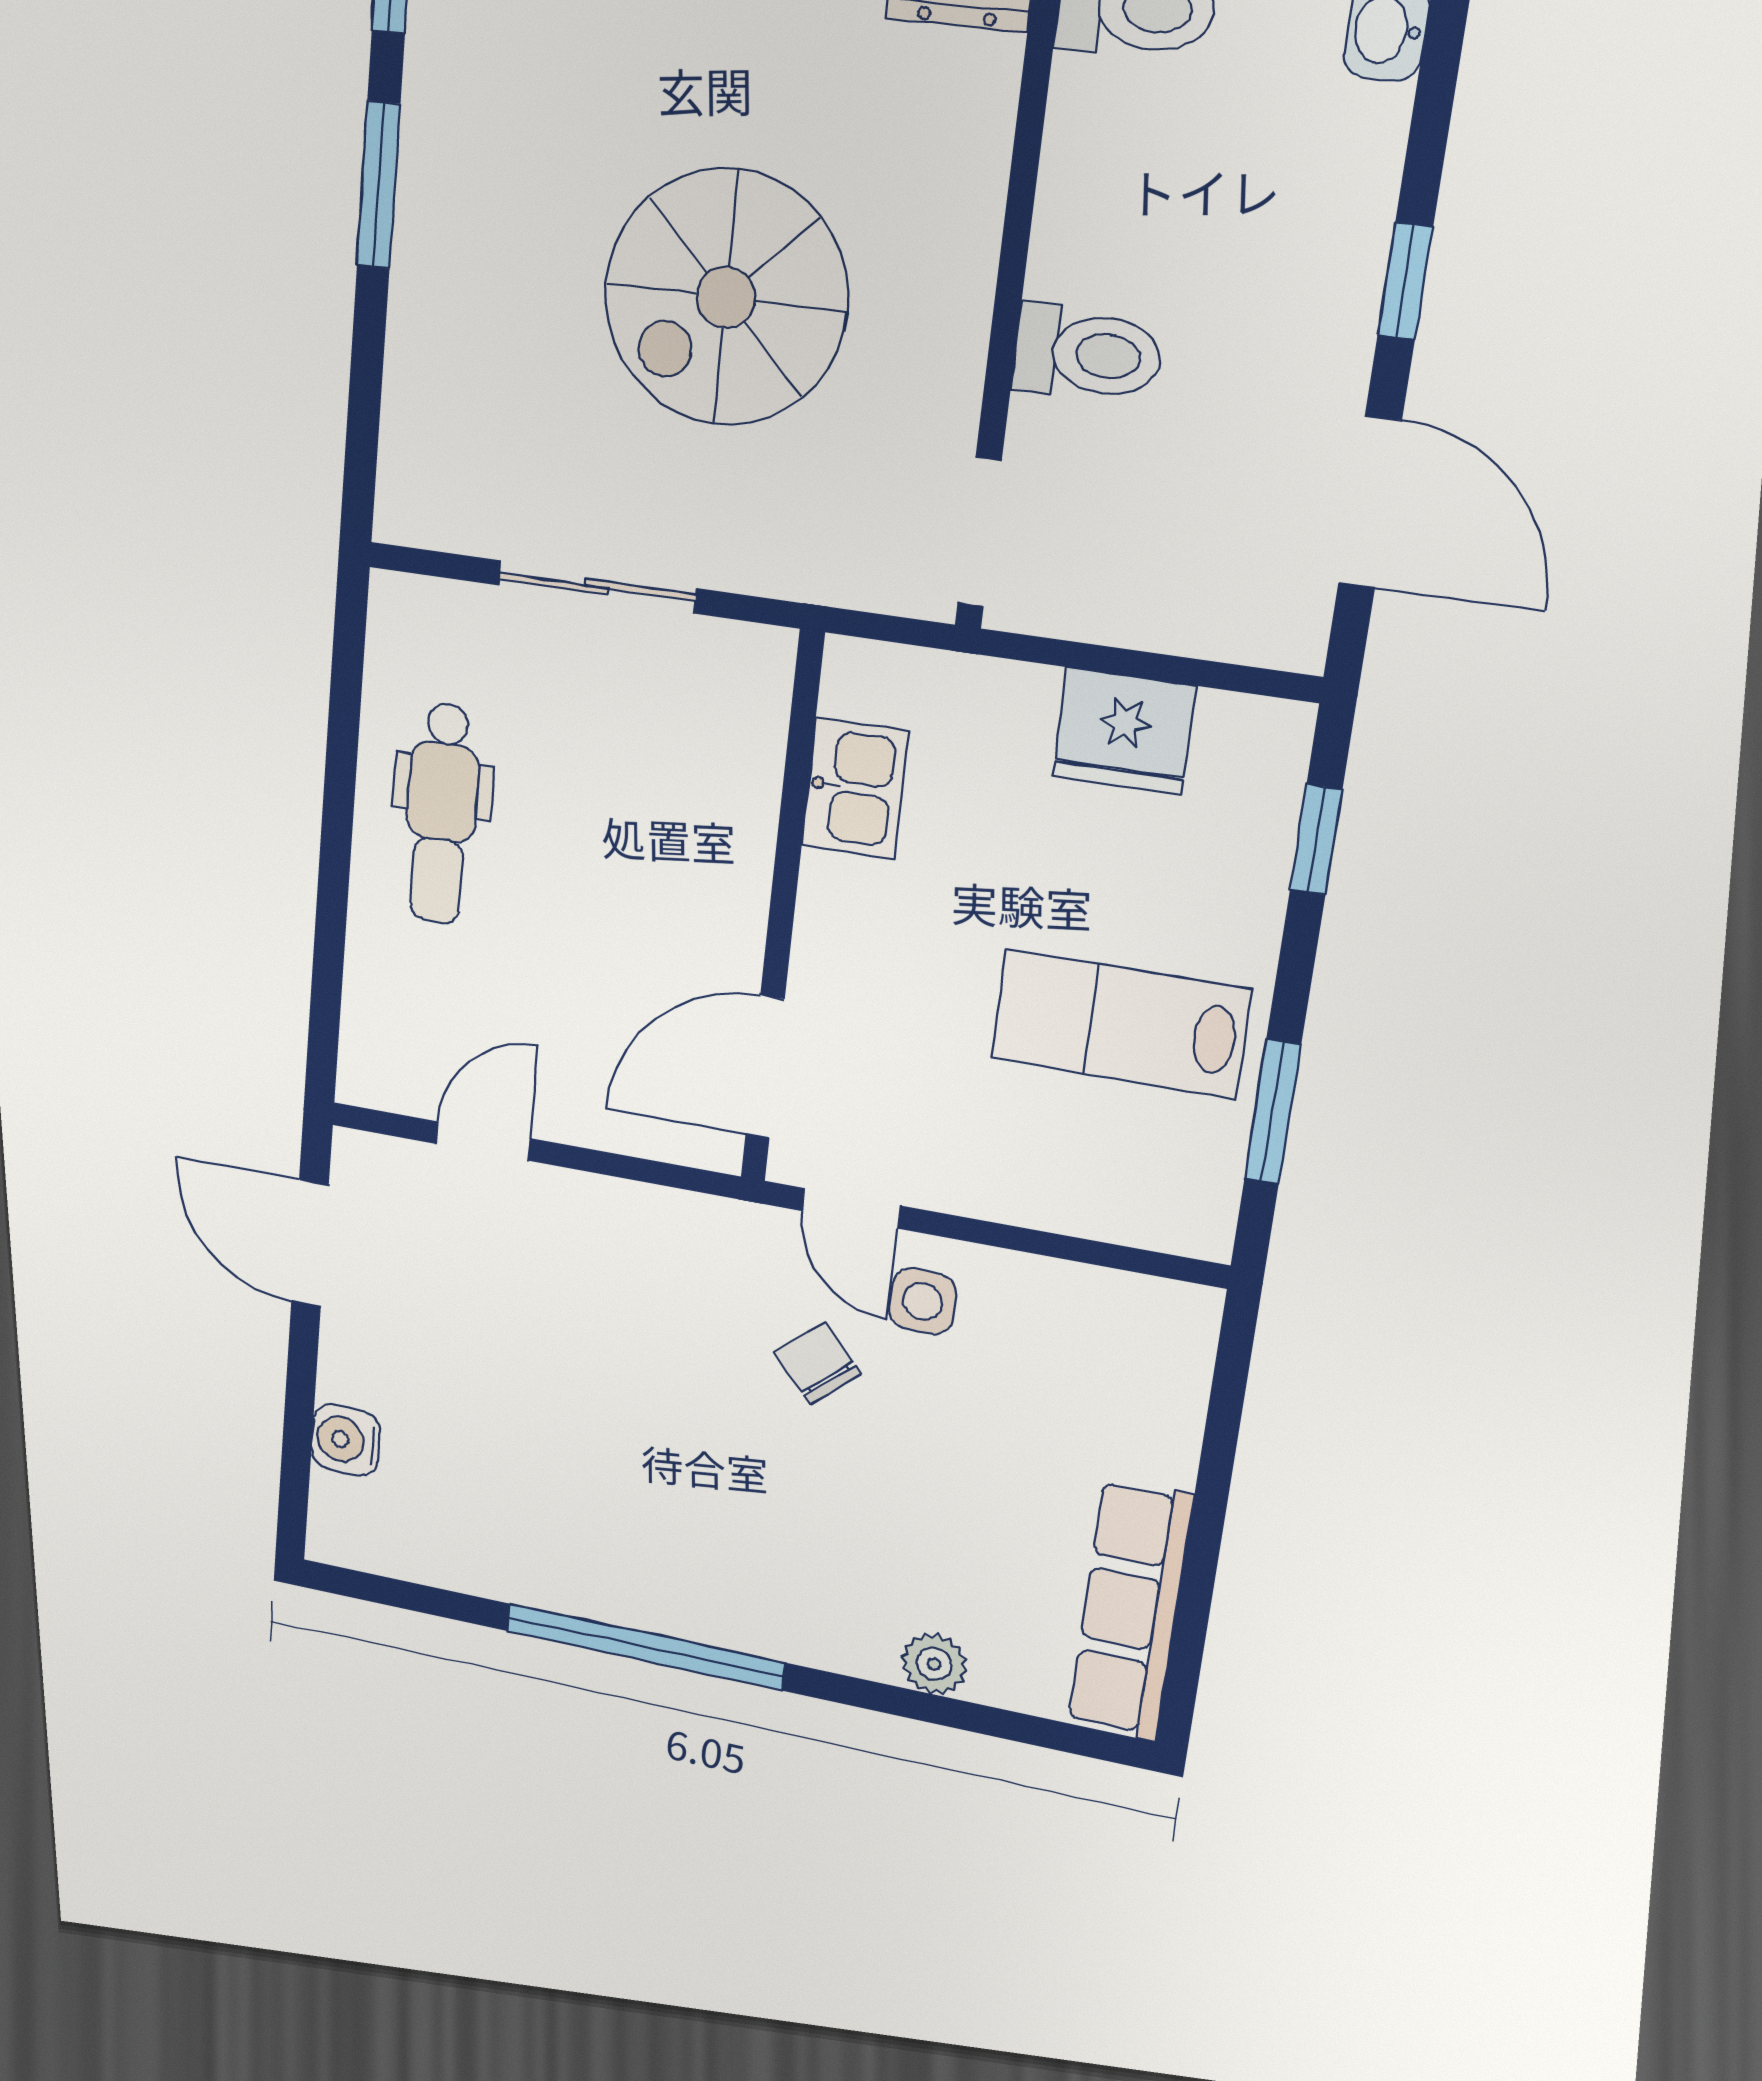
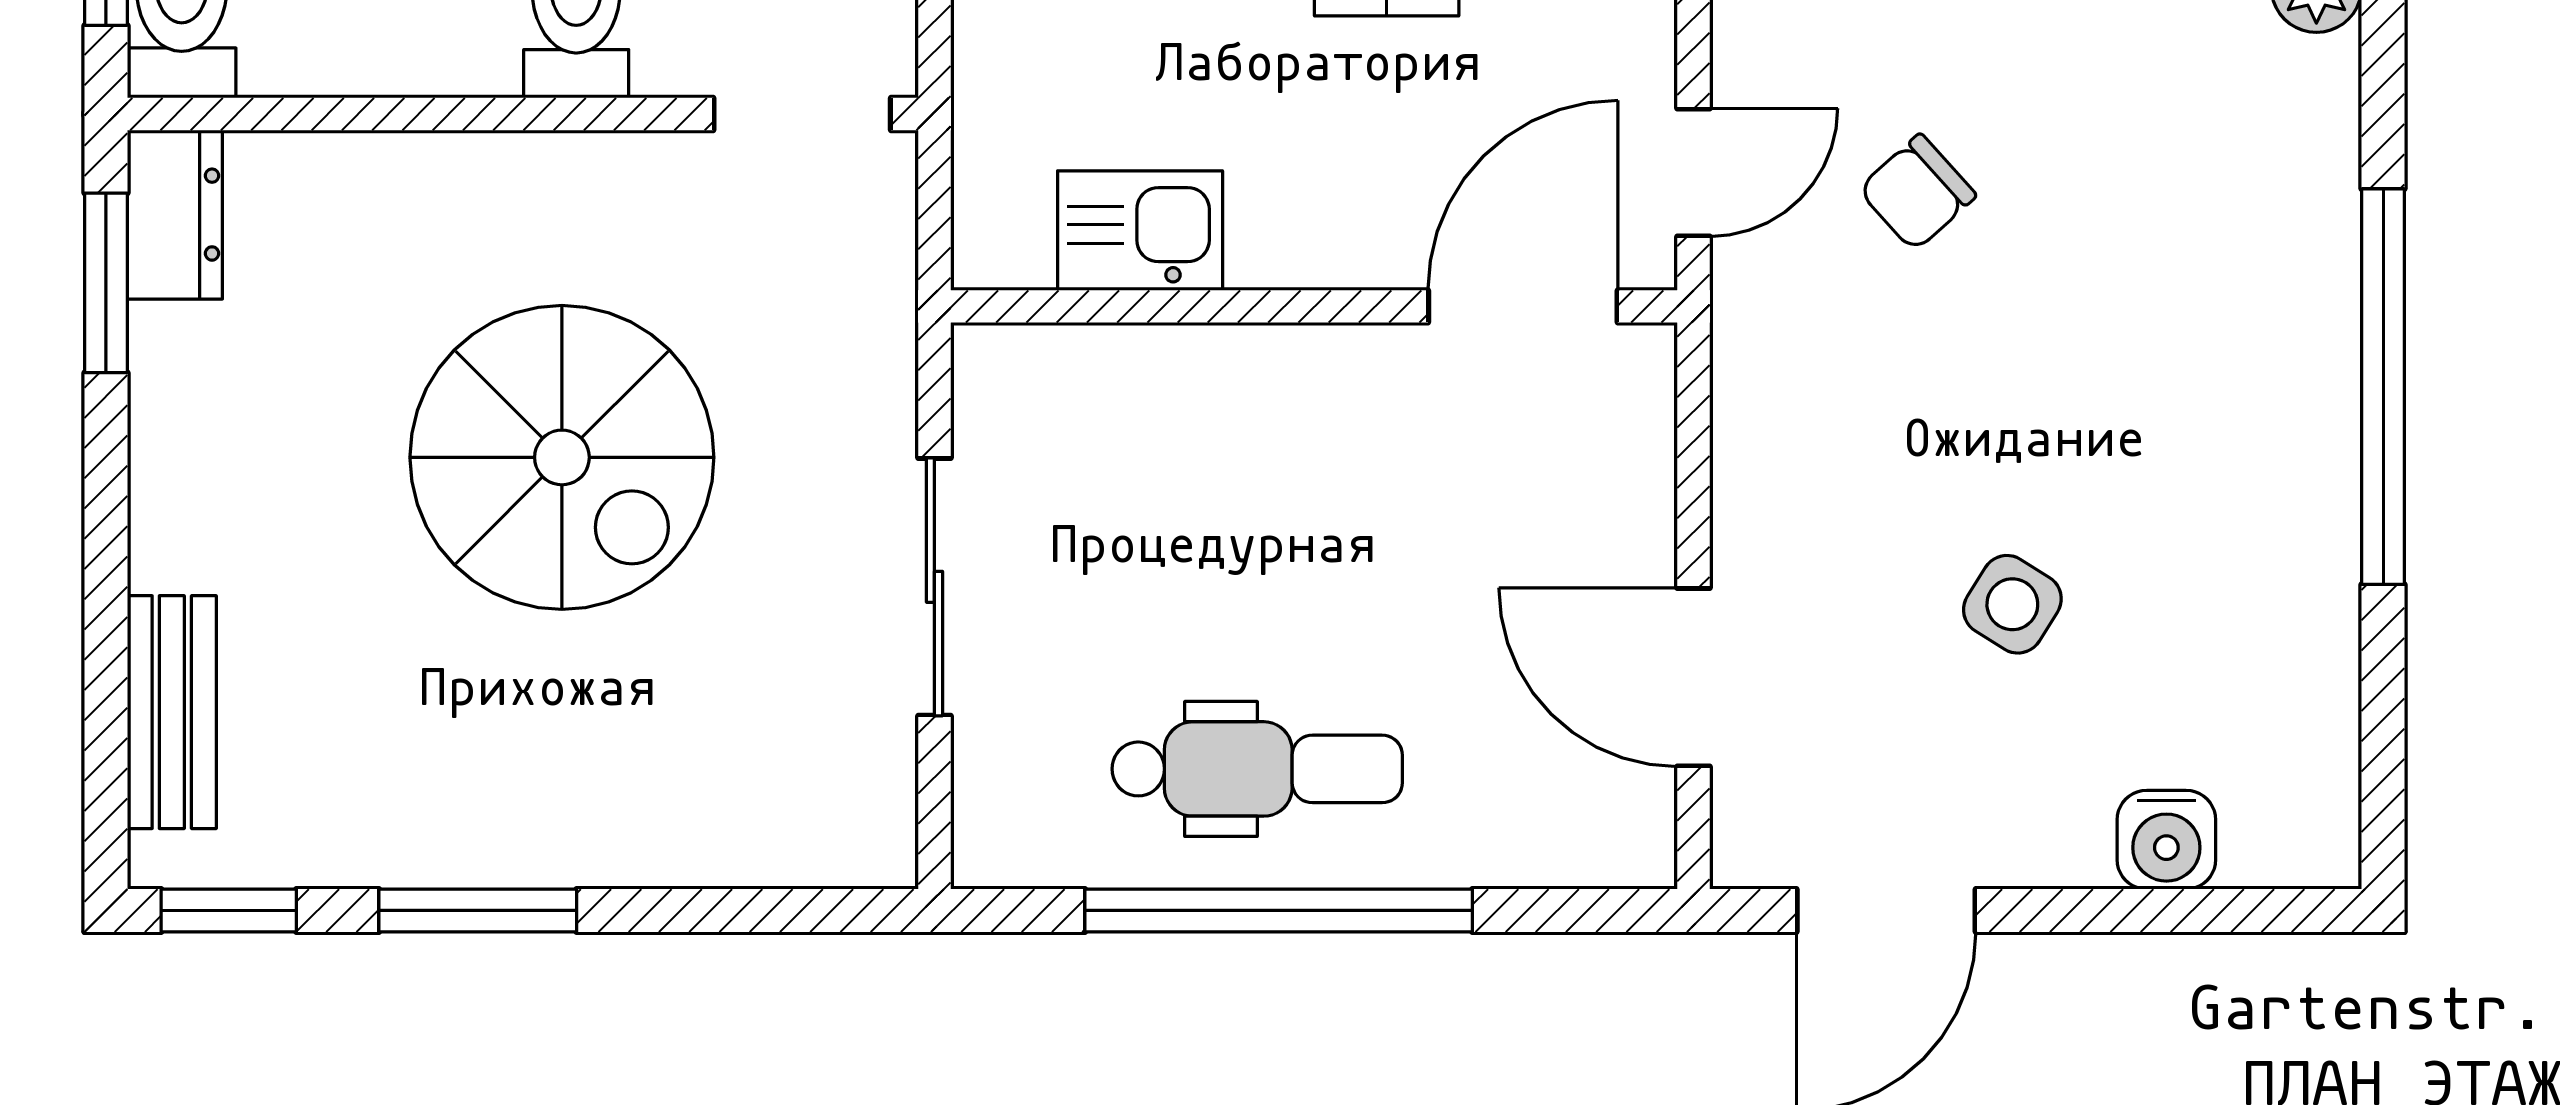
window: (338, 813) -> (1279, 910), added
door: (765, 1067) -> (1523, 306), swing flipped
door: (483, 1141) -> (1694, 677), width x1.38
side table: (923, 1301) -> (2012, 604), moved, turned 32

